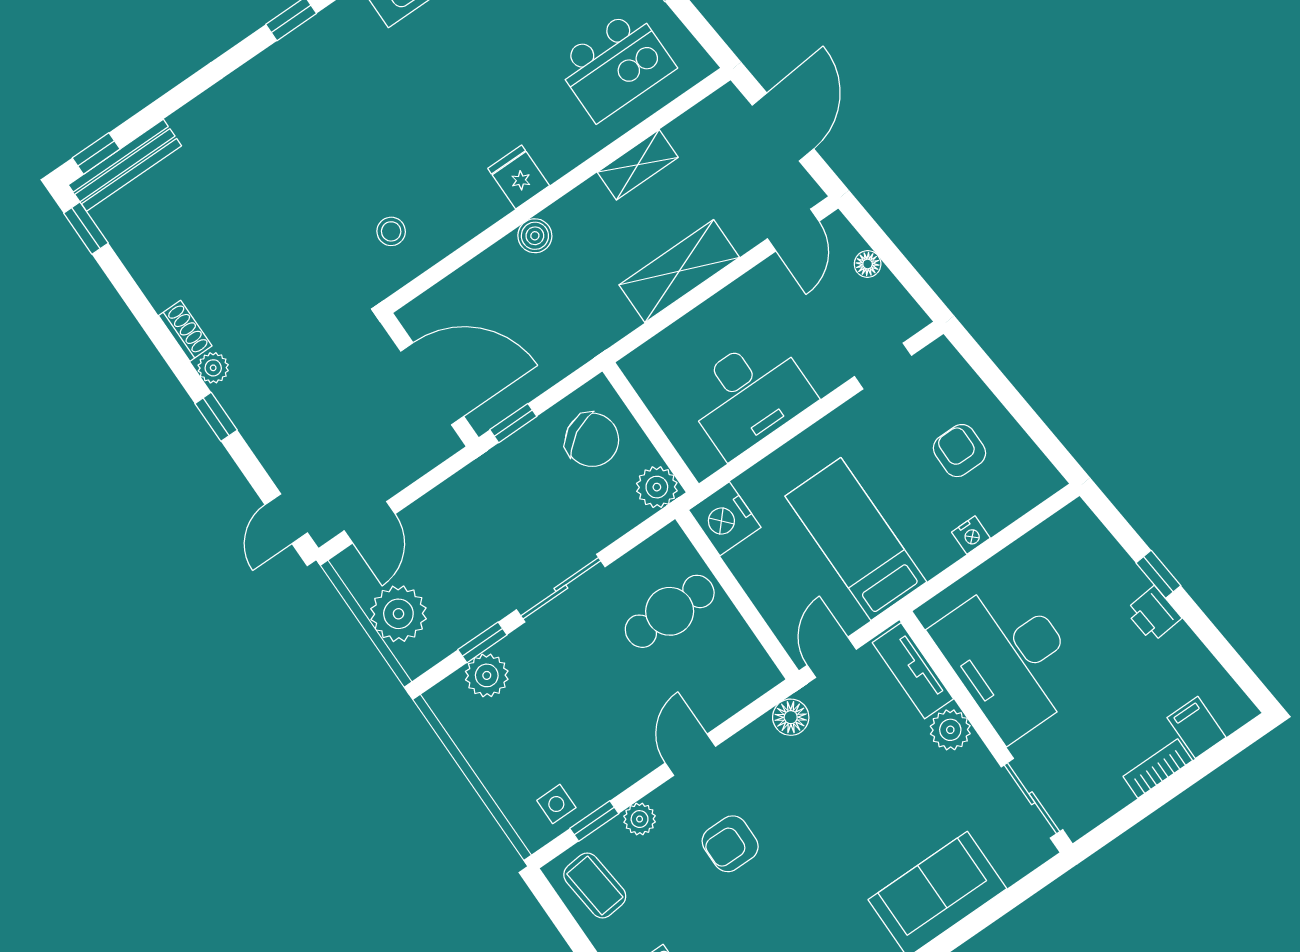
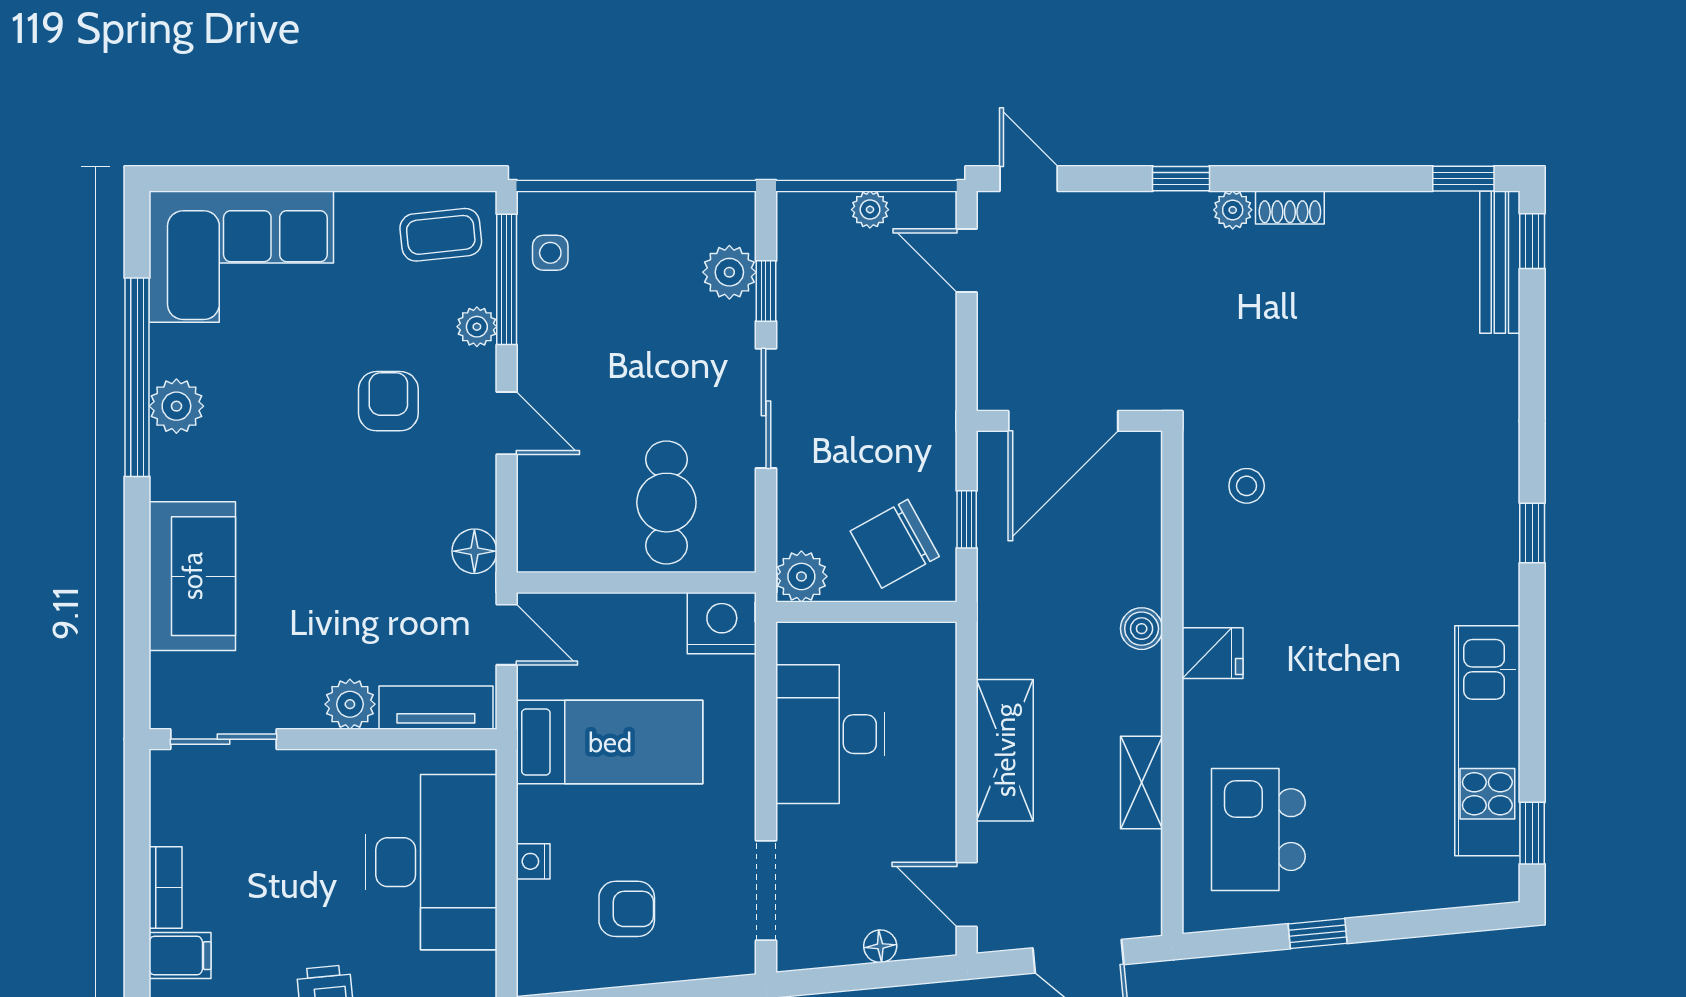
doorway: (883, 366) -> (766, 890), width x1.38
window: (513, 423) -> (967, 519), moved
plant: (398, 614) -> (870, 210), width x0.53, depth x0.53
desk: (1010, 658) -> (431, 862), moved, turned 90
window: (594, 821) -> (507, 279), width x2.17

